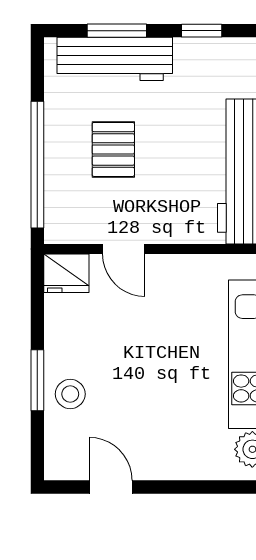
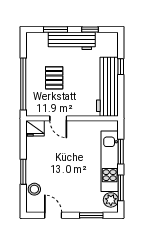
workbench: (115, 59) -> (72, 41), moved
stool: (70, 394) -> (34, 189), moved
window: (205, 487) -> (91, 215), added

